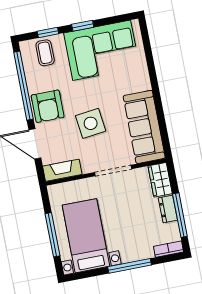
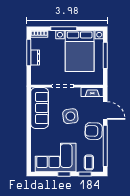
armchair: (48, 106) -> (94, 131), turned -88
wardrobe: (160, 180) -> (36, 75), removed
bed with nightstands: (86, 236) -> (80, 51), width x1.36

